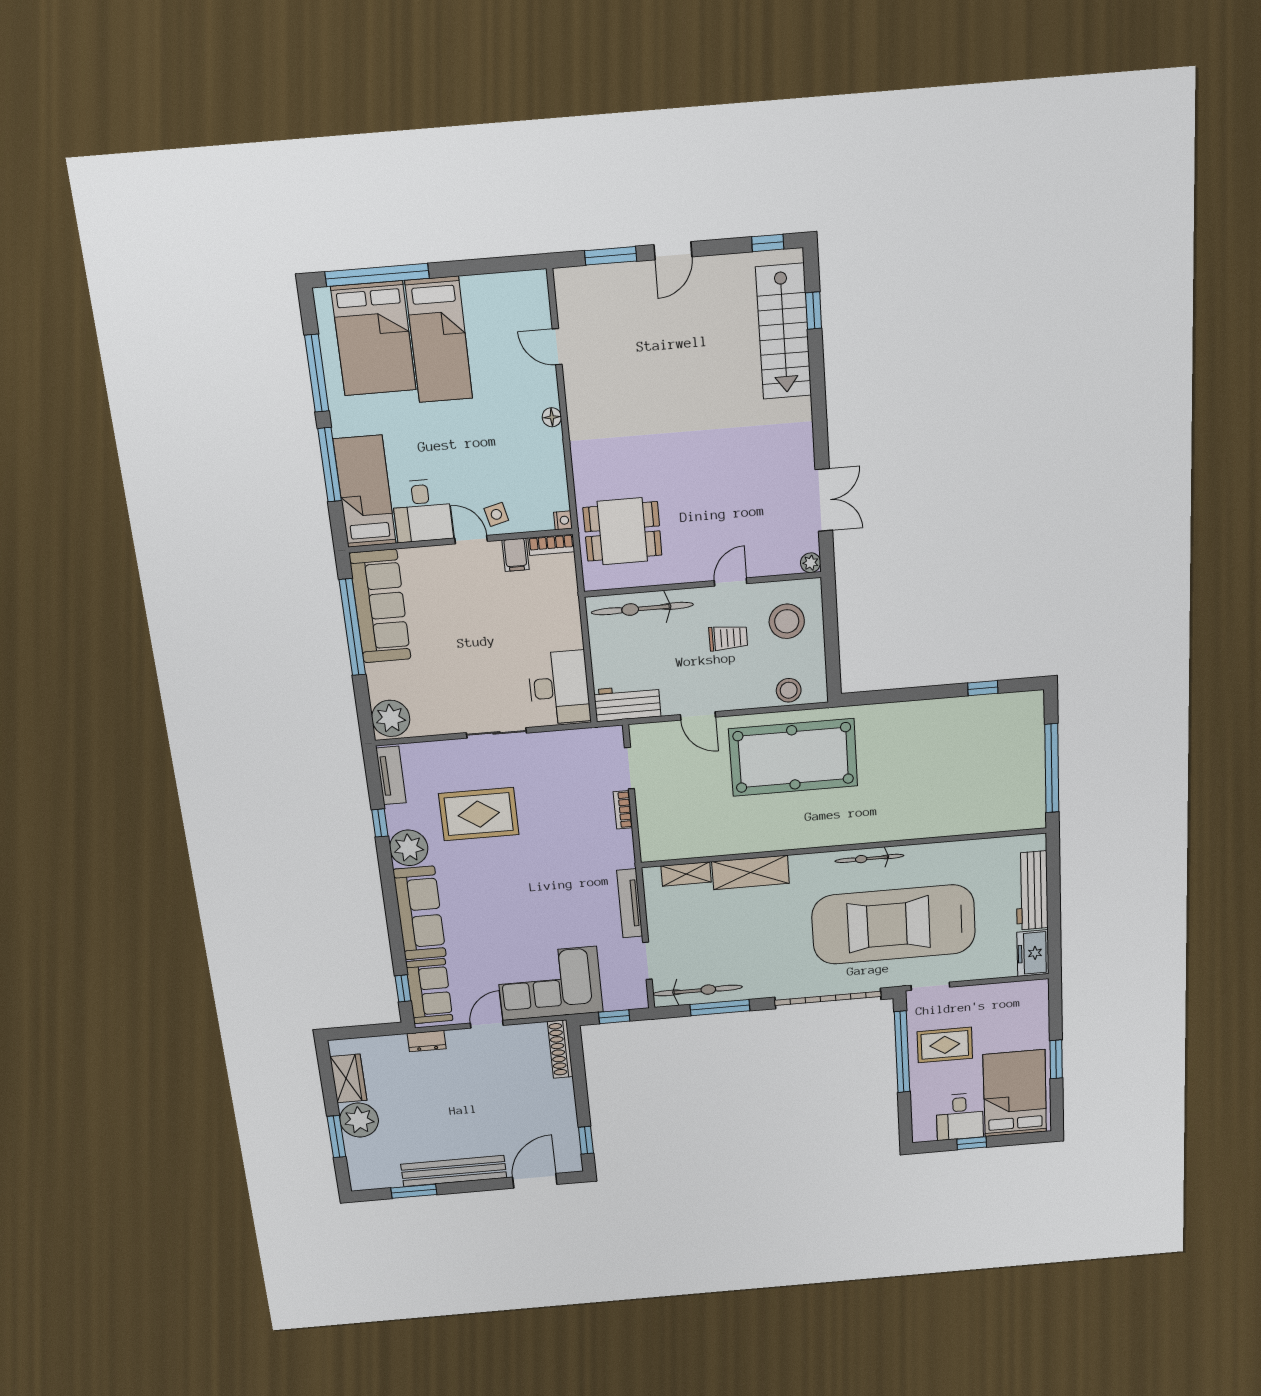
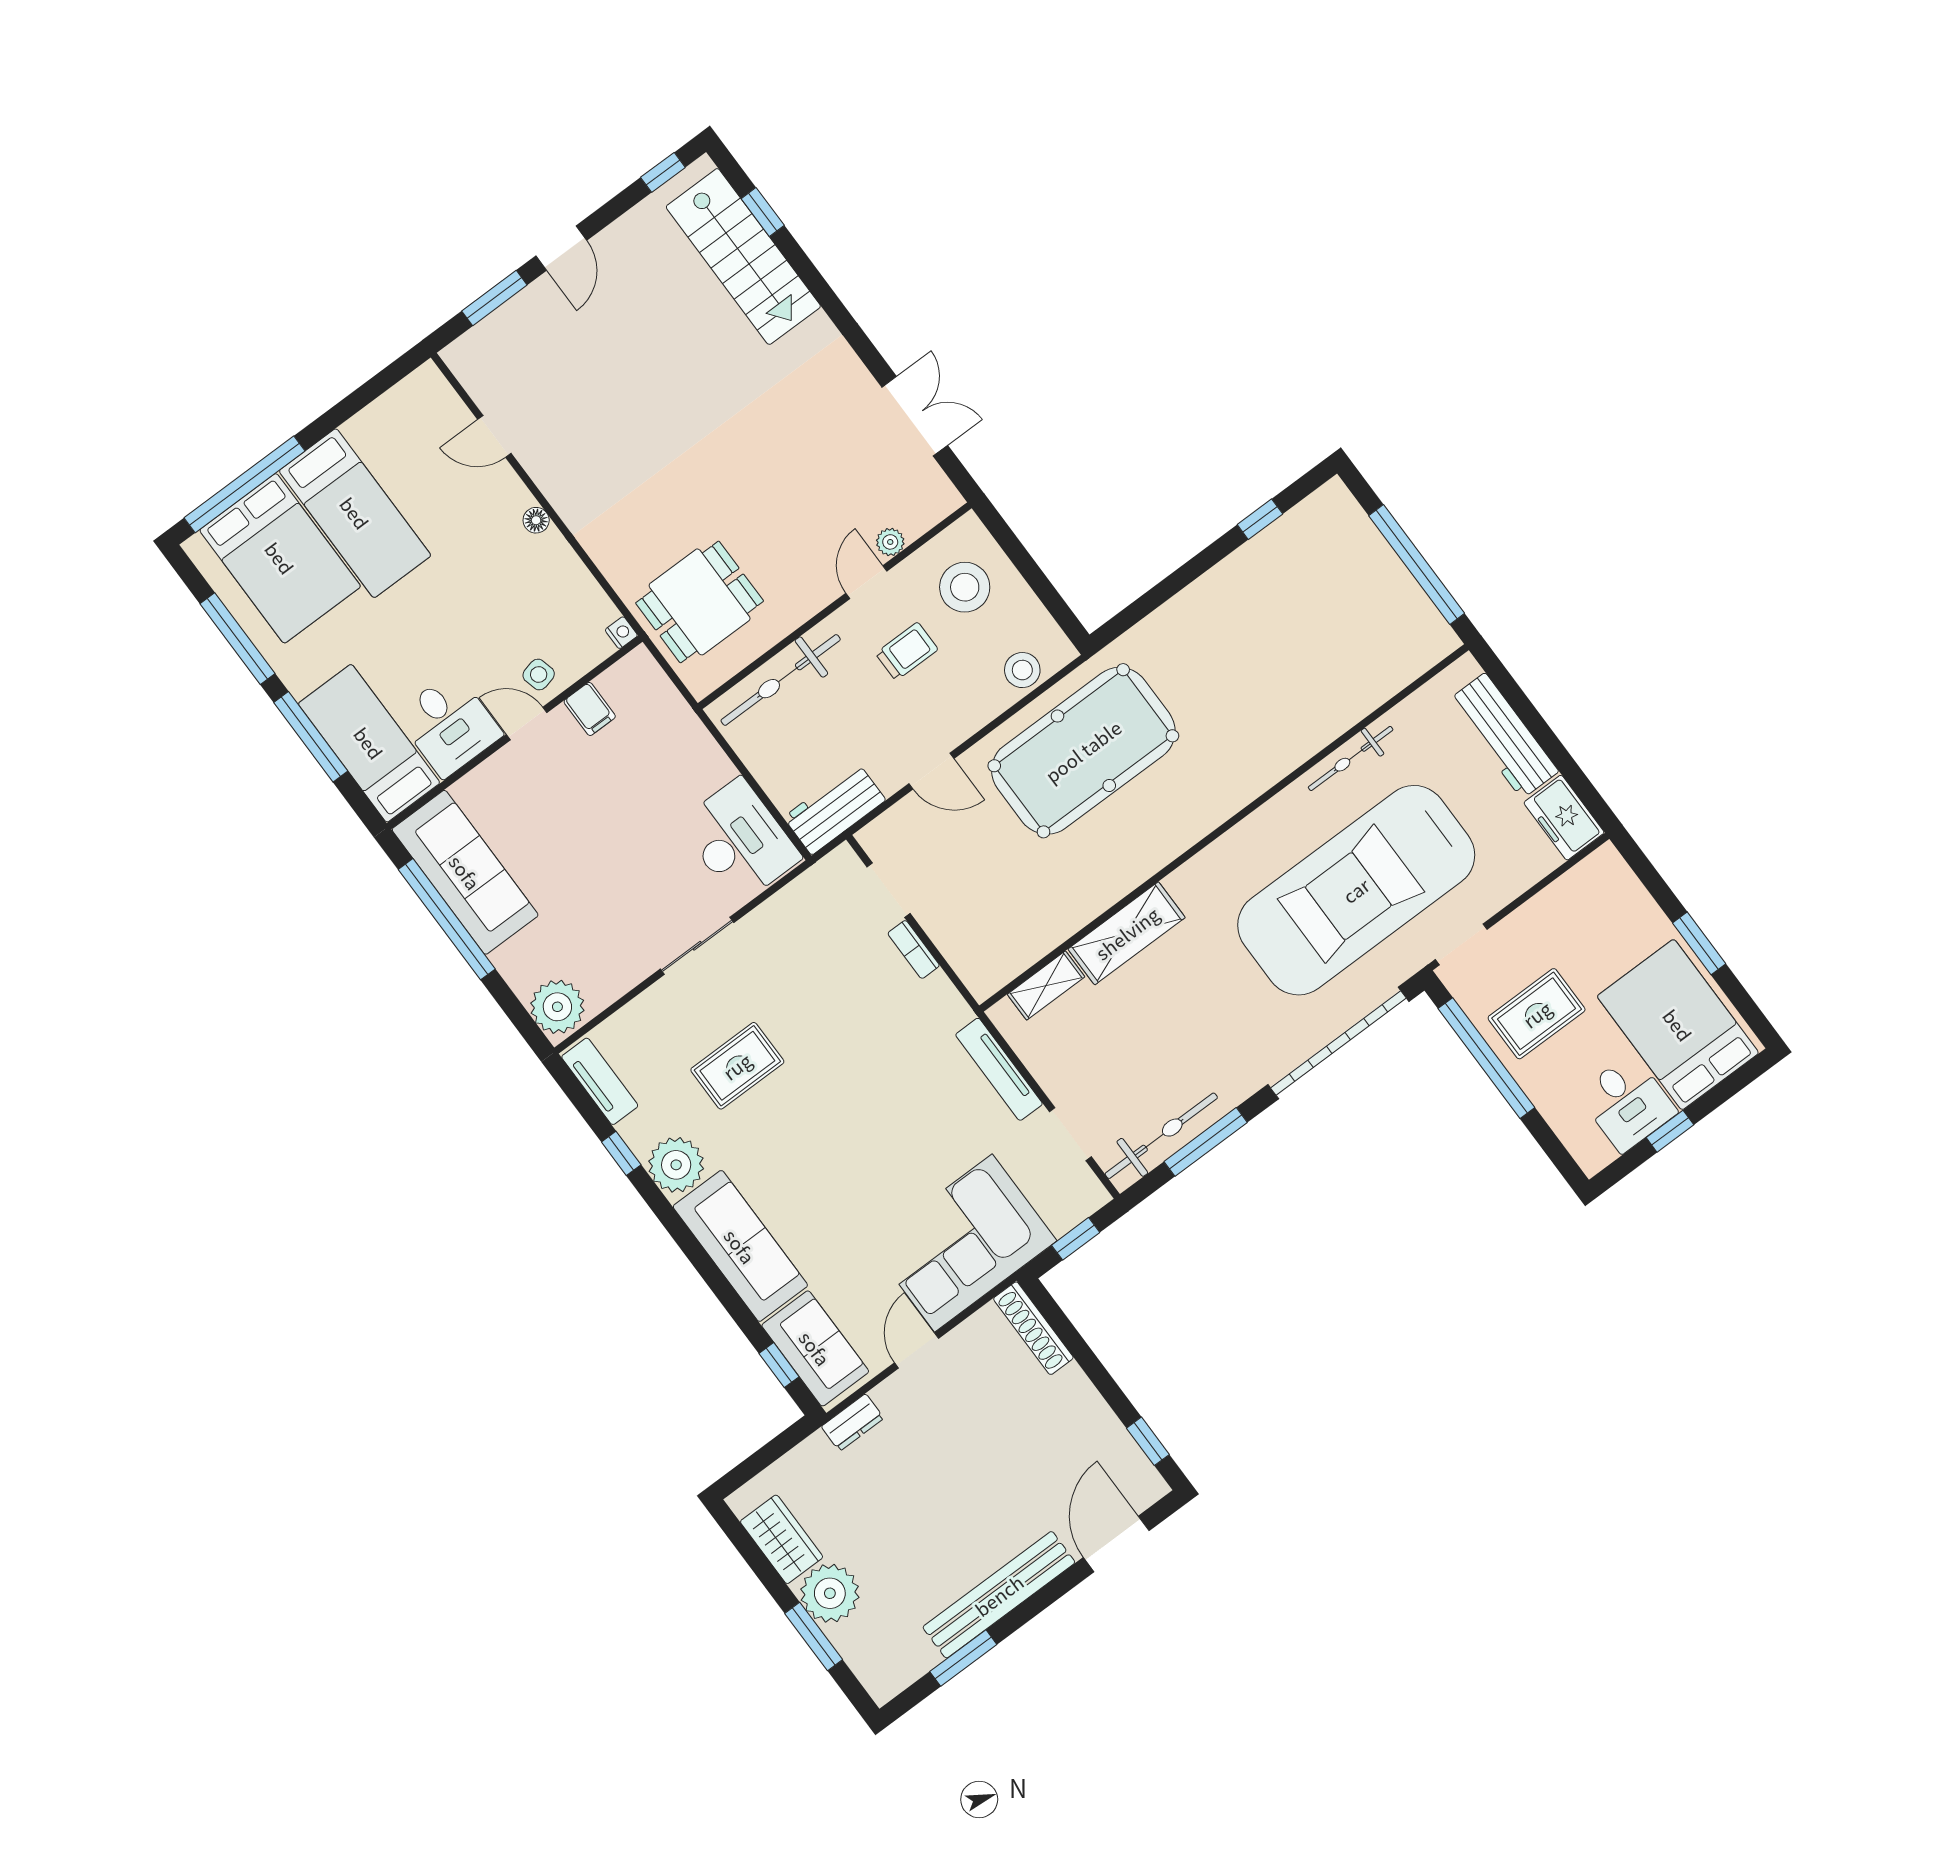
bookcase: (551, 545) -> (625, 671), removed
plant: (811, 563) -> (890, 542), moved
rug: (479, 814) -> (737, 1066), width x0.73, depth x0.70
bicycle: (869, 858) -> (1351, 758), moved

